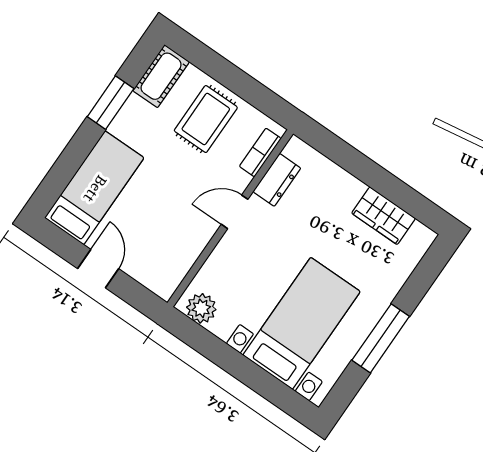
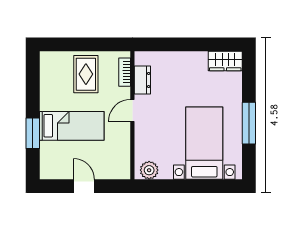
cot: (161, 76) -> (49, 68), removed
window: (111, 103) -> (33, 133), moved
bed: (94, 188) -> (72, 126), moved, turned 90
wardrobe: (384, 216) -> (225, 61), moved

